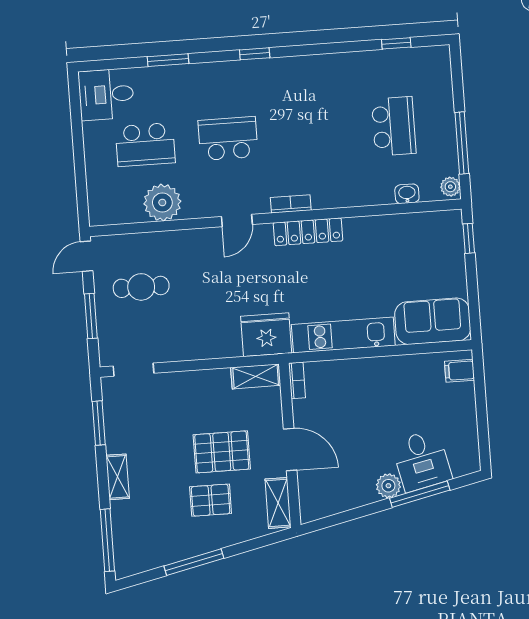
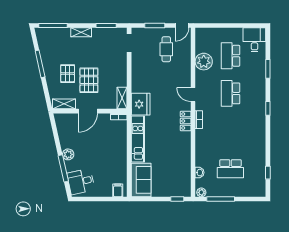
school desk: (228, 139) -> (230, 93), turned 180
locker: (308, 232) -> (186, 121), width x0.66
door: (86, 256) -> (182, 26), swing flipped
desk: (422, 461) -> (81, 181), moved

